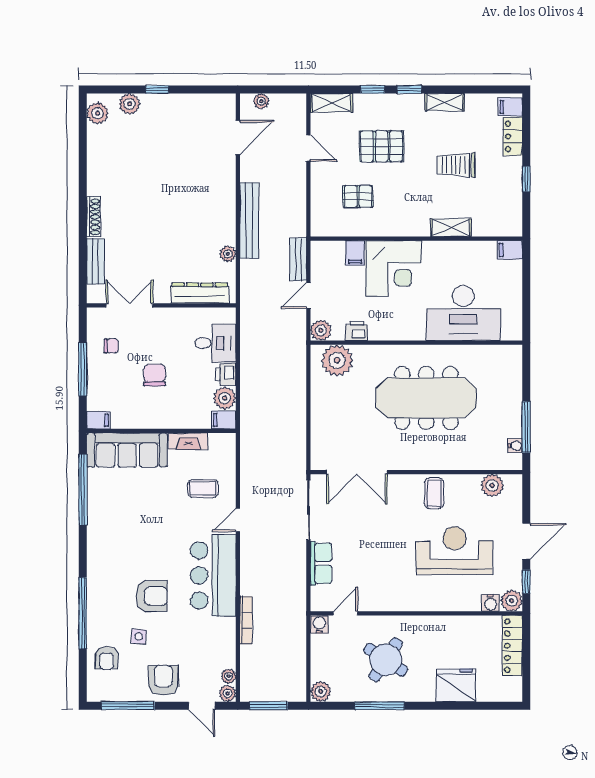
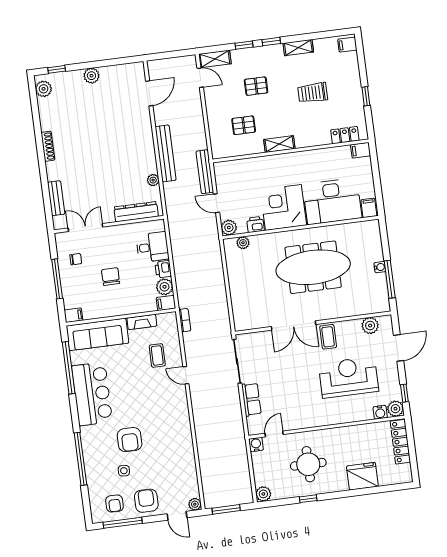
window: (157, 90) -> (57, 69), moved
plant: (261, 101) -> (163, 64), removed
plant: (129, 104) -> (91, 76), moved
locker: (513, 136) -> (345, 135), moved, turned 90
pallet: (381, 146) -> (256, 86), width x0.67, depth x0.71
door: (308, 148) -> (200, 78), moved
shoe rack: (93, 217) -> (48, 146), moved
shelving: (451, 228) -> (279, 144), moved
filing cabinet: (355, 253) -> (369, 208), moved, turned 180
bench: (298, 259) -> (205, 172), width x1.36
corner desk: (394, 268) -> (283, 207), moved, turned 180
door: (308, 296) -> (216, 203), hinge flipped
plant: (337, 360) -> (243, 243), width x0.53, depth x0.53
water cooler: (515, 446) -> (380, 267), moved
double door: (357, 472) -> (294, 326), moved
coffee table: (203, 488) -> (157, 355), turned 90
door: (238, 520) -> (186, 375), hinge flipped
door: (526, 541) -> (399, 348), moved
bar counter: (213, 575) -> (92, 394), moved, turned 180
armchair: (152, 596) -> (130, 440), turned 90
bookcase: (246, 620) -> (185, 320), moved, width x0.64
armchair: (107, 658) -> (114, 504), moved
round table: (386, 660) -> (308, 464), turned -33
plant: (229, 676) -> (194, 491), removed
window: (380, 706) -> (308, 499), width x0.46

